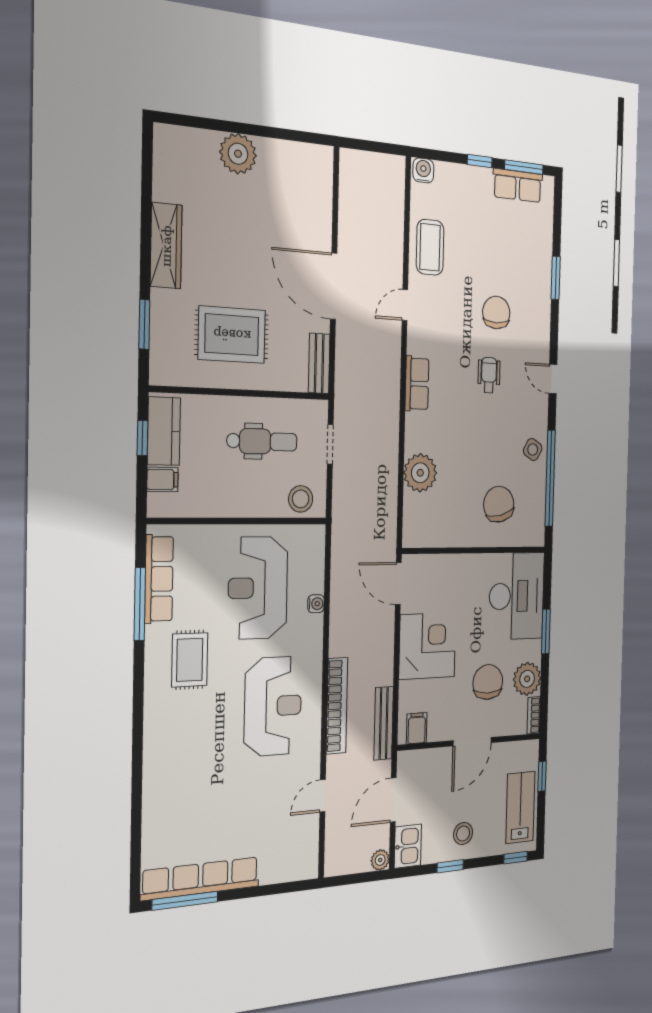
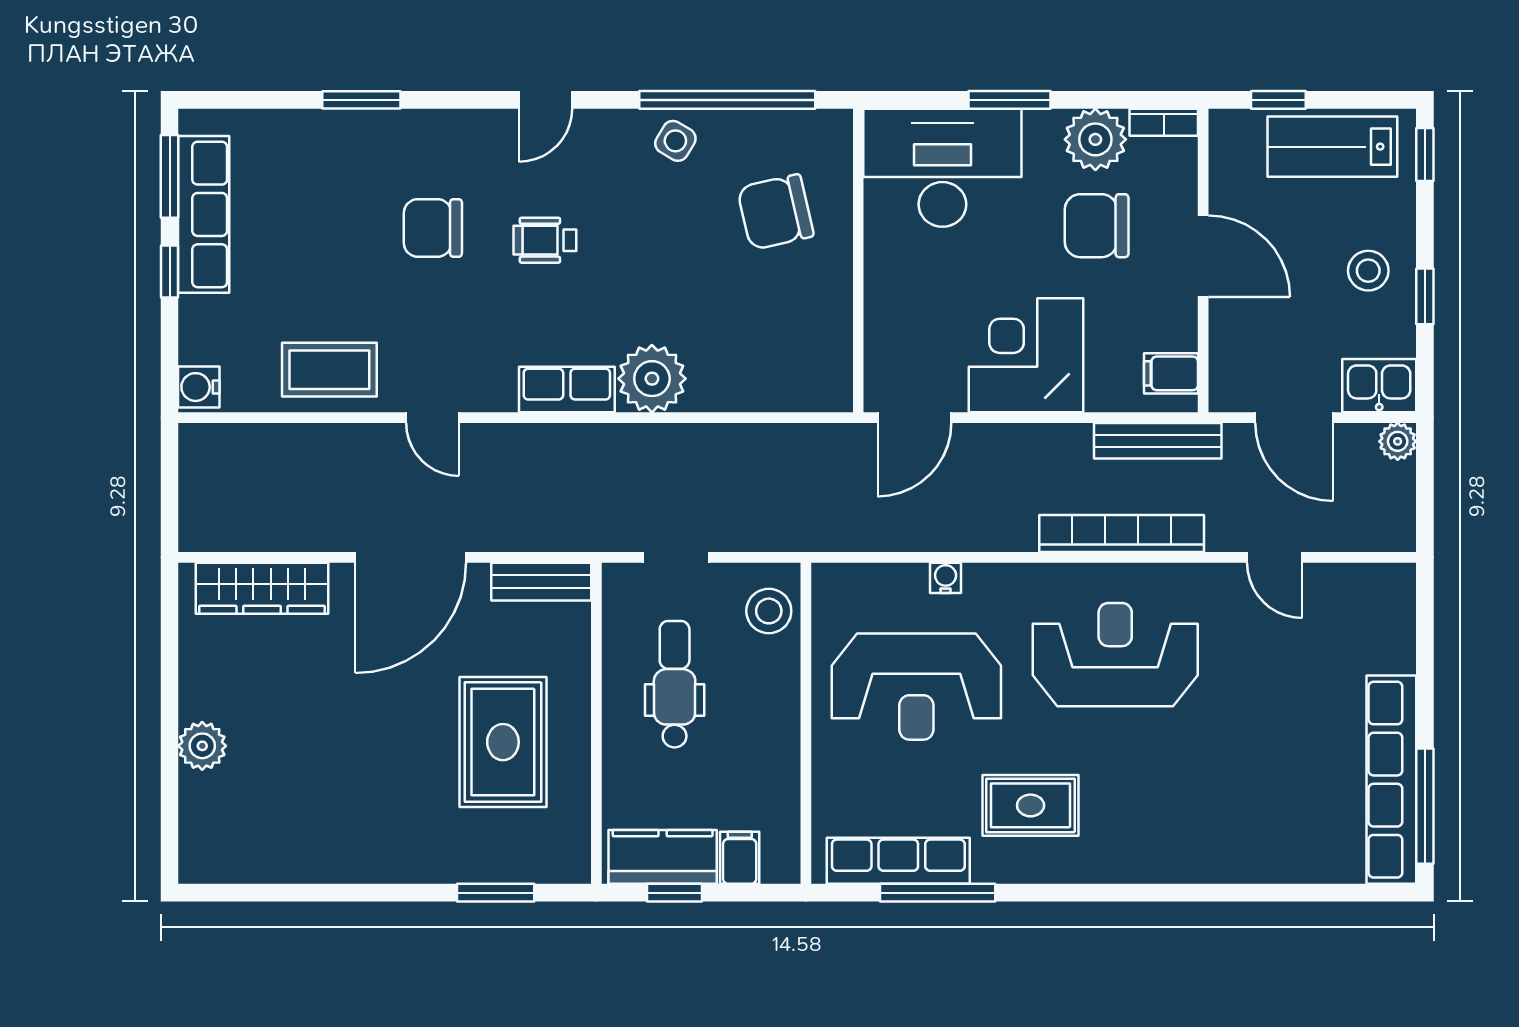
plant: (238, 154) -> (202, 746), width x0.73, depth x0.73
row of seats: (518, 186) -> (204, 214), width x1.48
wardrobe: (166, 246) -> (262, 588), moved, turned 180
plant: (420, 473) -> (652, 379), moved

